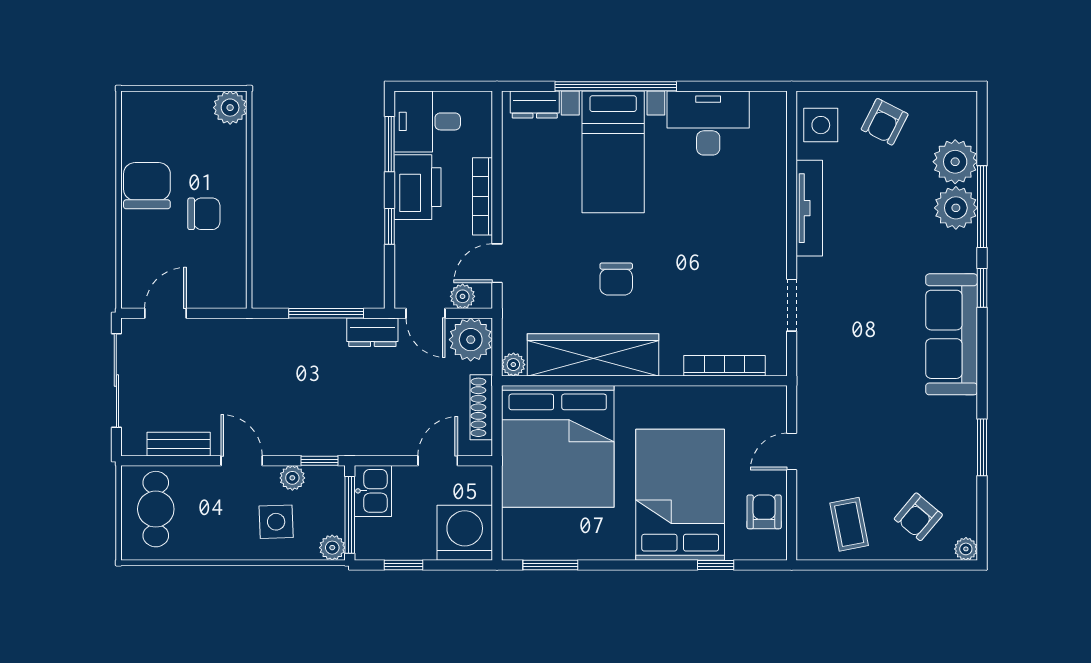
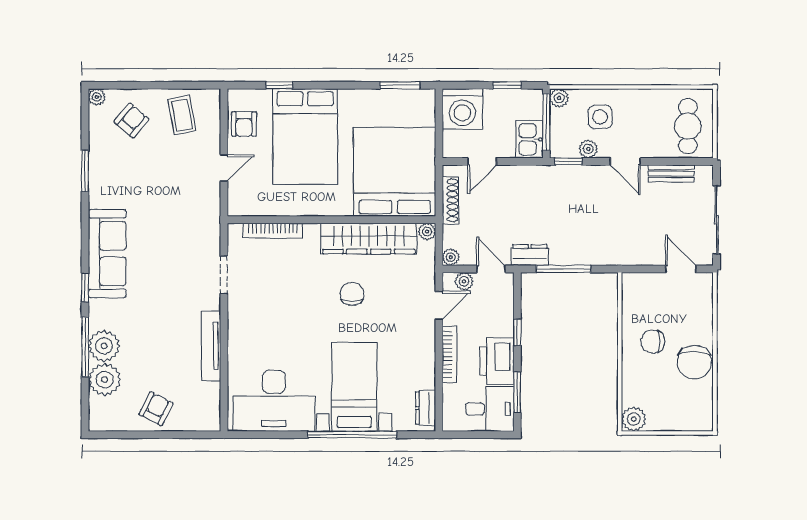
dresser: (535, 104) -> (426, 408), moved, turned -90
desk: (708, 123) -> (274, 401), width x1.36, depth x1.30
side table: (821, 125) -> (203, 406), removed
door: (166, 313) -> (681, 269), swing flipped
plant: (471, 340) -> (451, 257), width x0.53, depth x0.53

